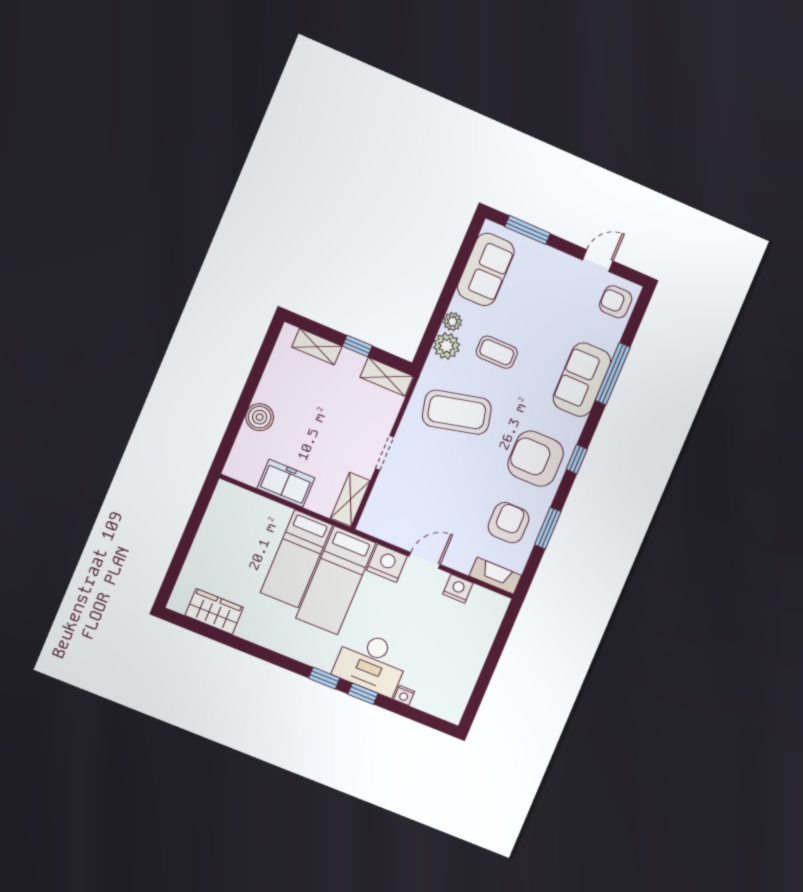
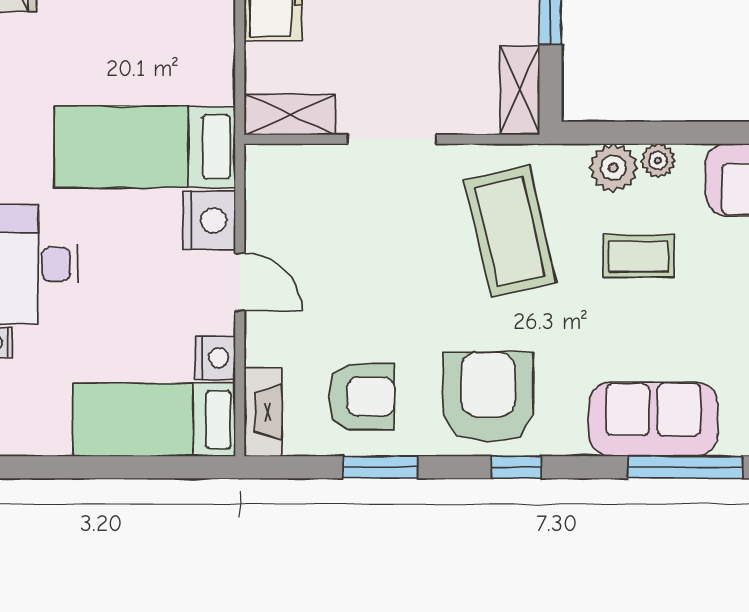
coffee table: (497, 352) -> (639, 256), turned 90
doorway: (385, 453) -> (392, 139), width x1.38
bed: (296, 559) -> (154, 420), moved

